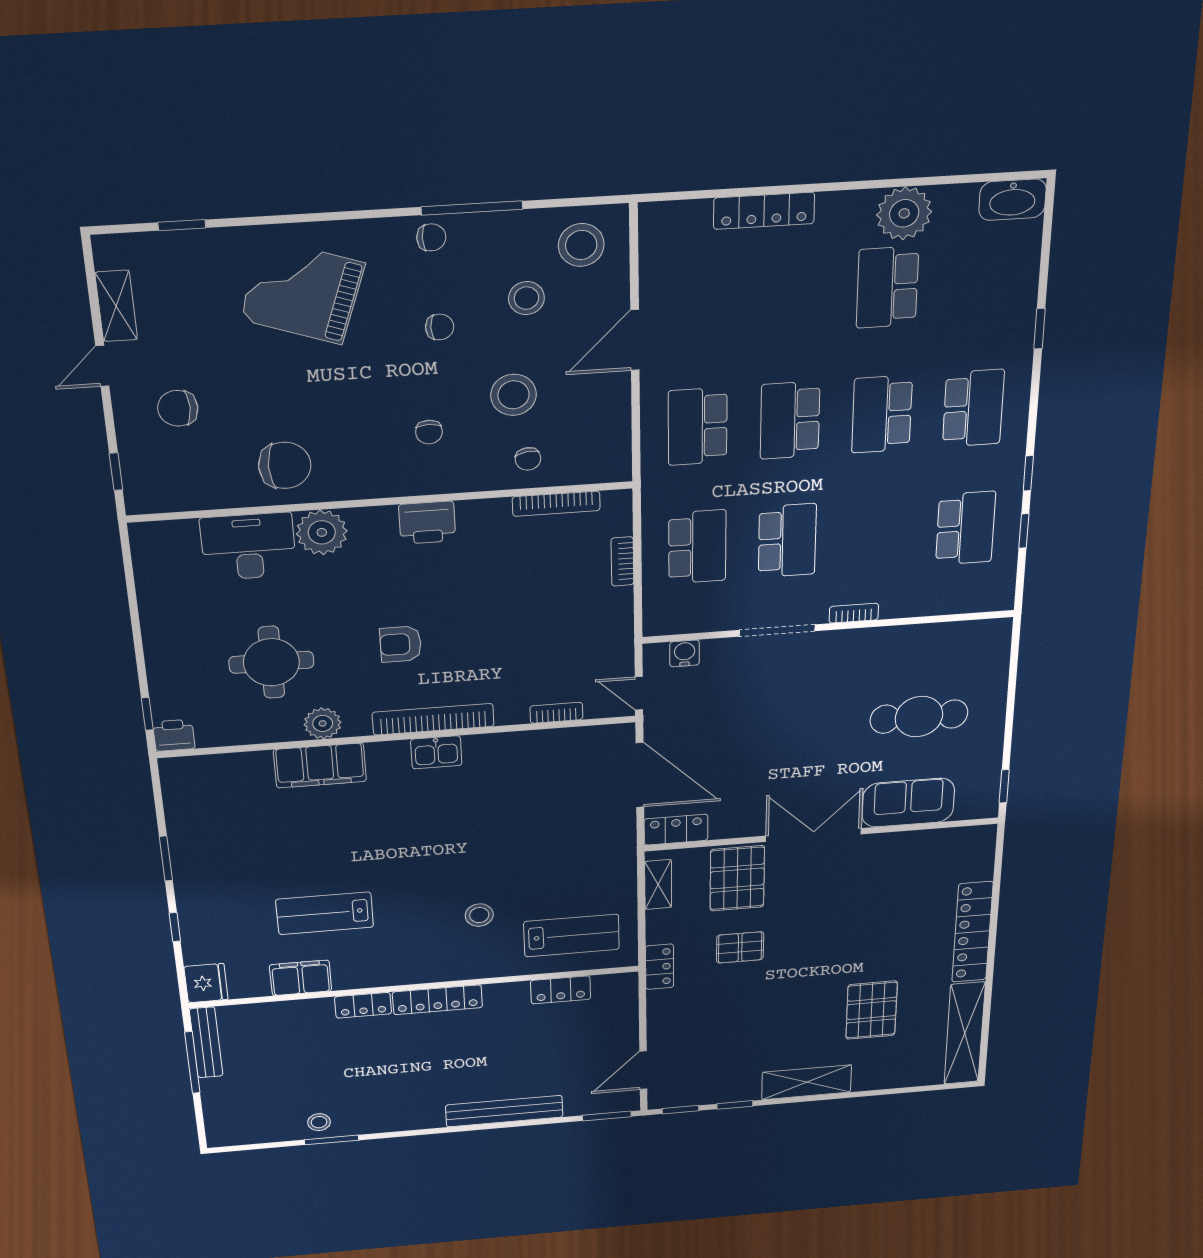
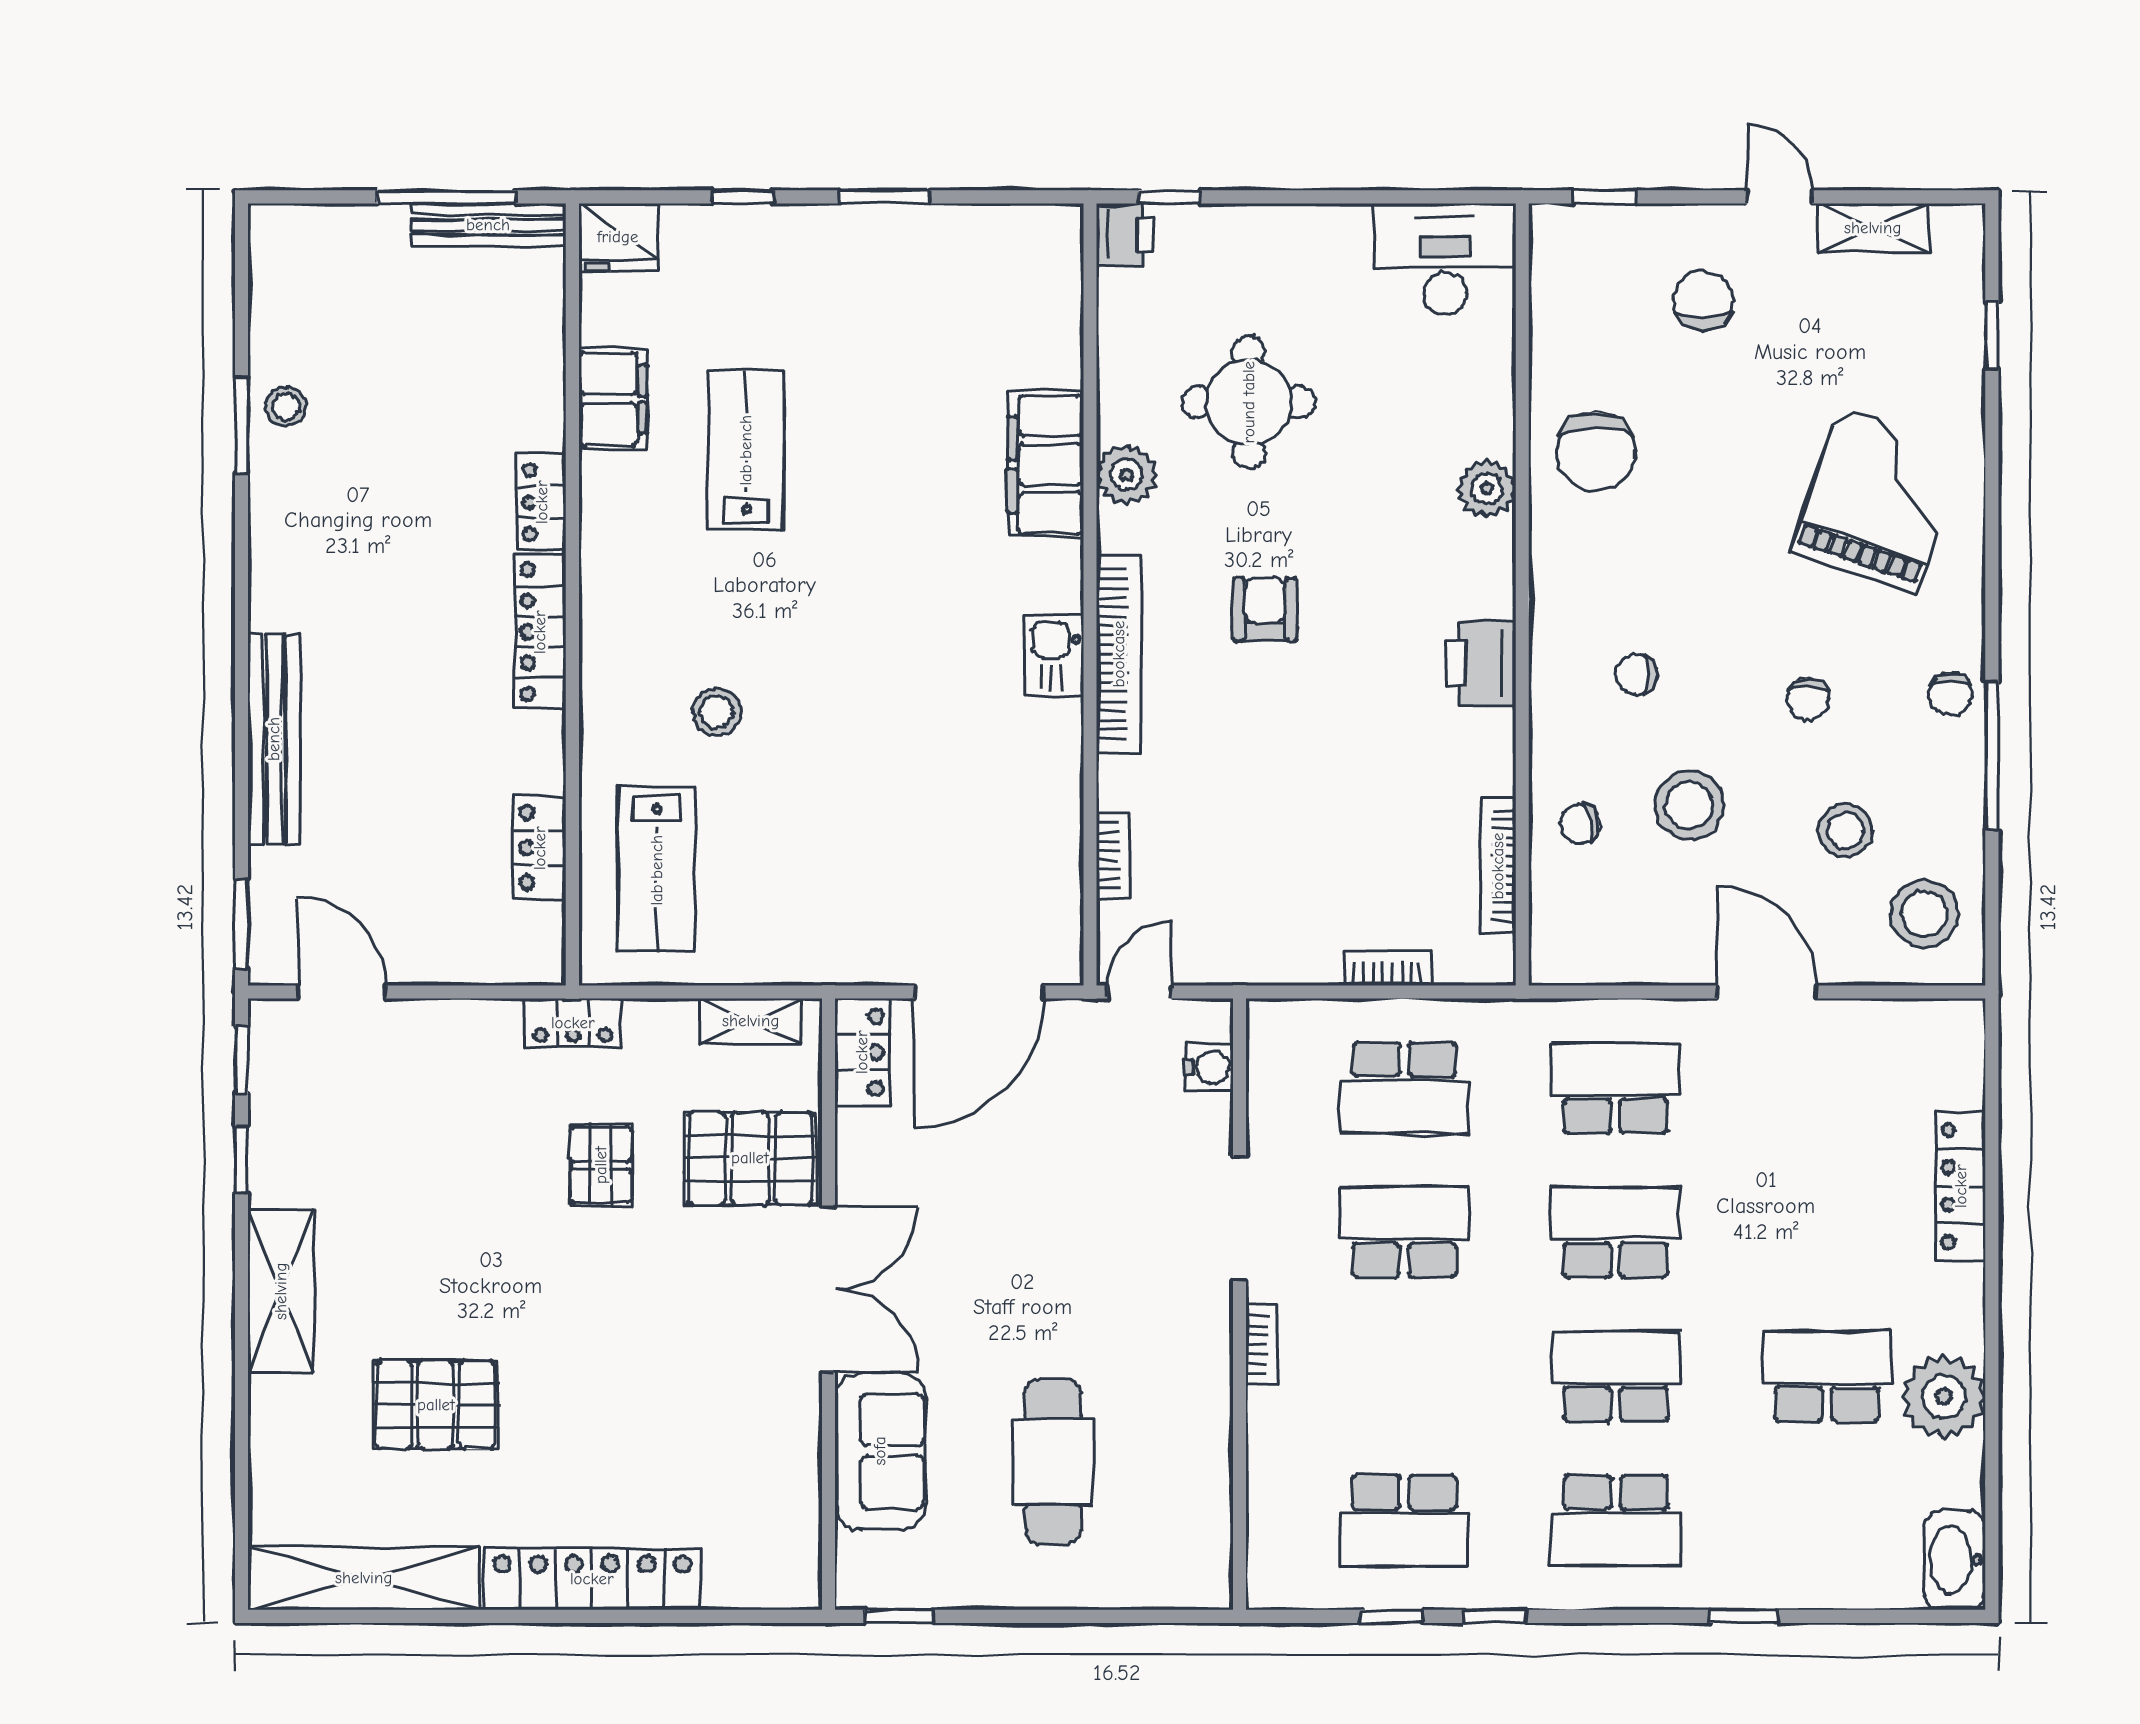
plant: (322, 532) -> (1487, 489), width x0.73, depth x0.73
school desk: (787, 541) -> (1404, 1232), turned 180
desk: (248, 547) -> (1445, 259), moved, turned -90

